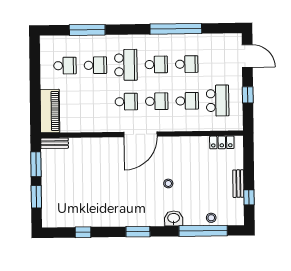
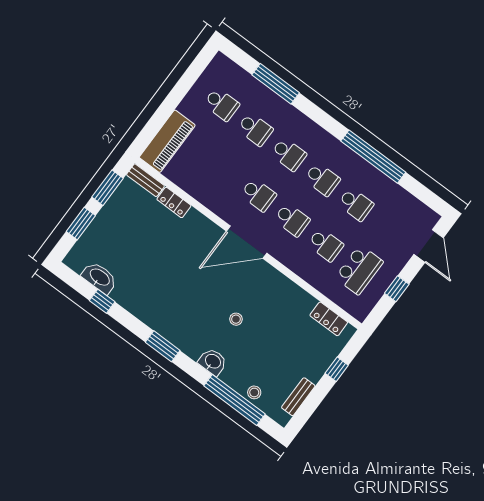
school desk: (126, 65) -> (289, 154), width x0.54
locker: (81, 143) -> (174, 202), added
bench: (238, 184) -> (298, 397), moved
window: (249, 197) -> (337, 369), moved
washbasin: (71, 220) -> (99, 278), added

